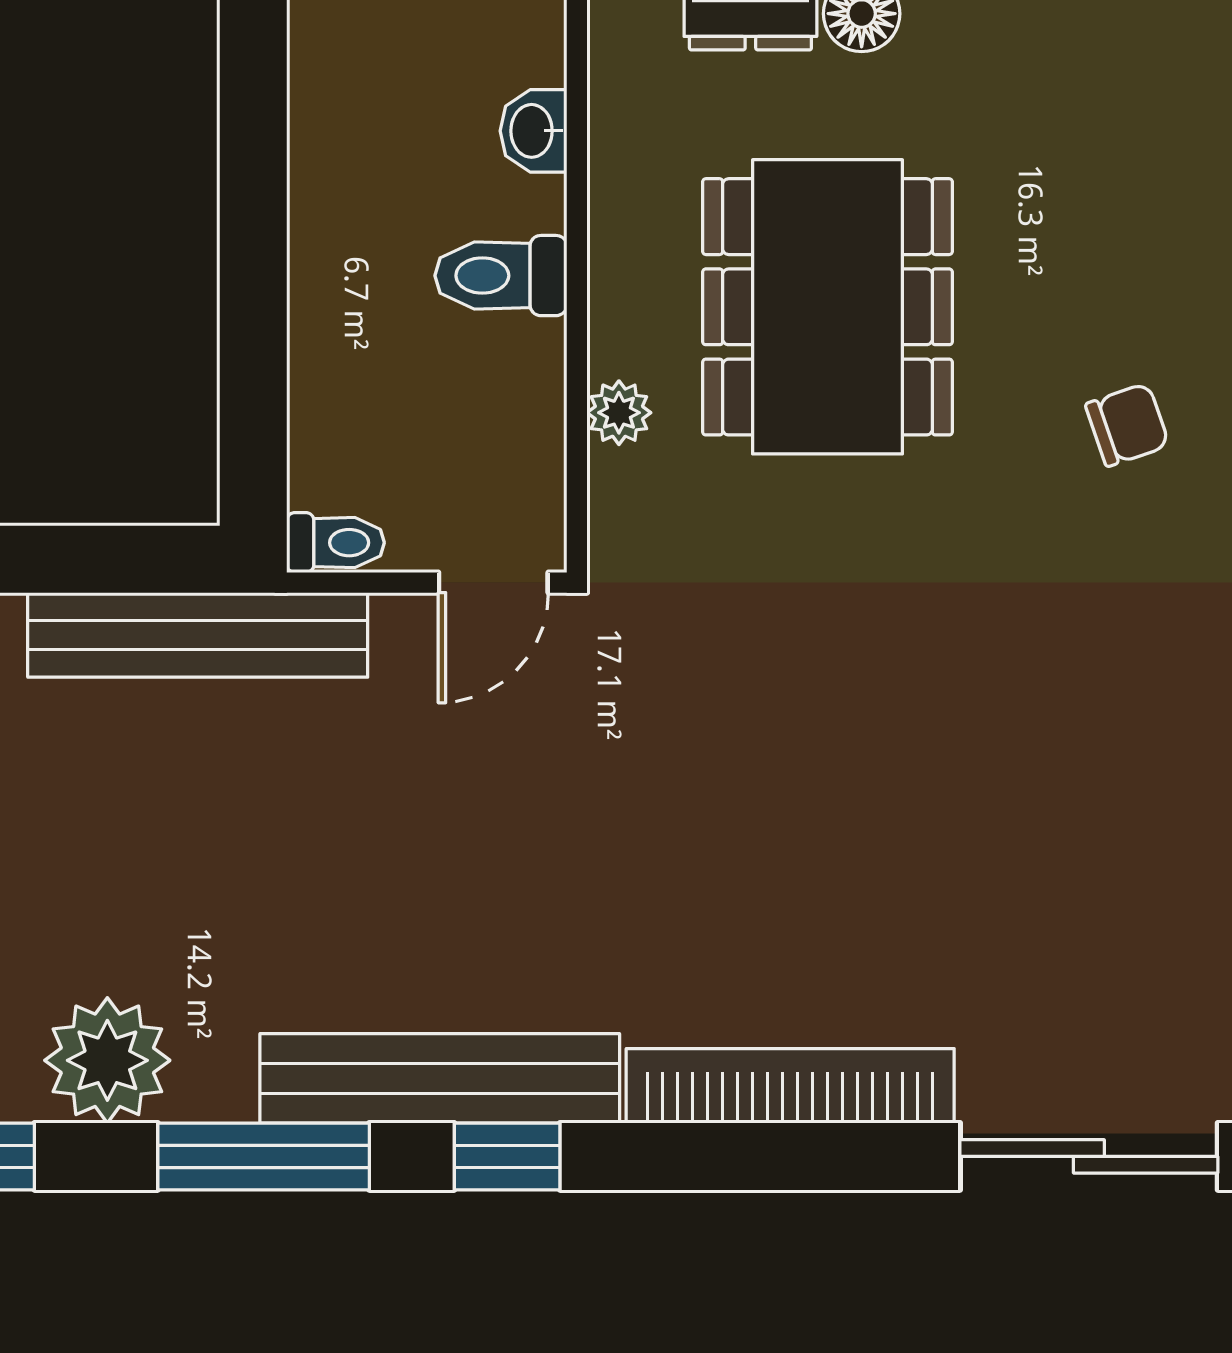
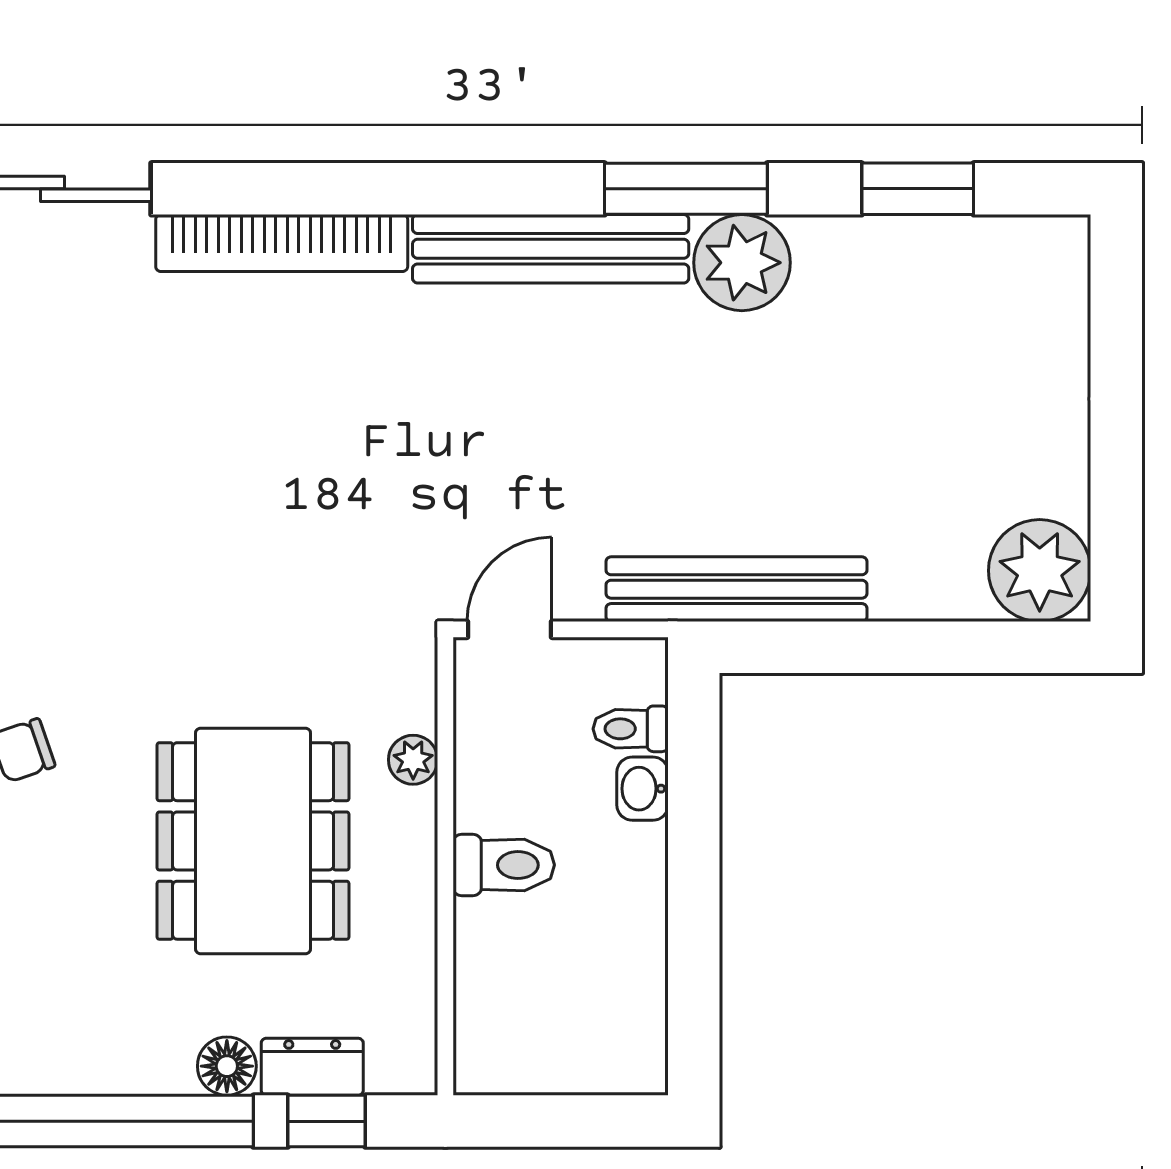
washbasin: (534, 131) -> (643, 789), moved, turned 180
toilet: (335, 543) -> (631, 729), moved
plant: (107, 1060) -> (742, 263), moved
window: (507, 1156) -> (499, 189), removed

